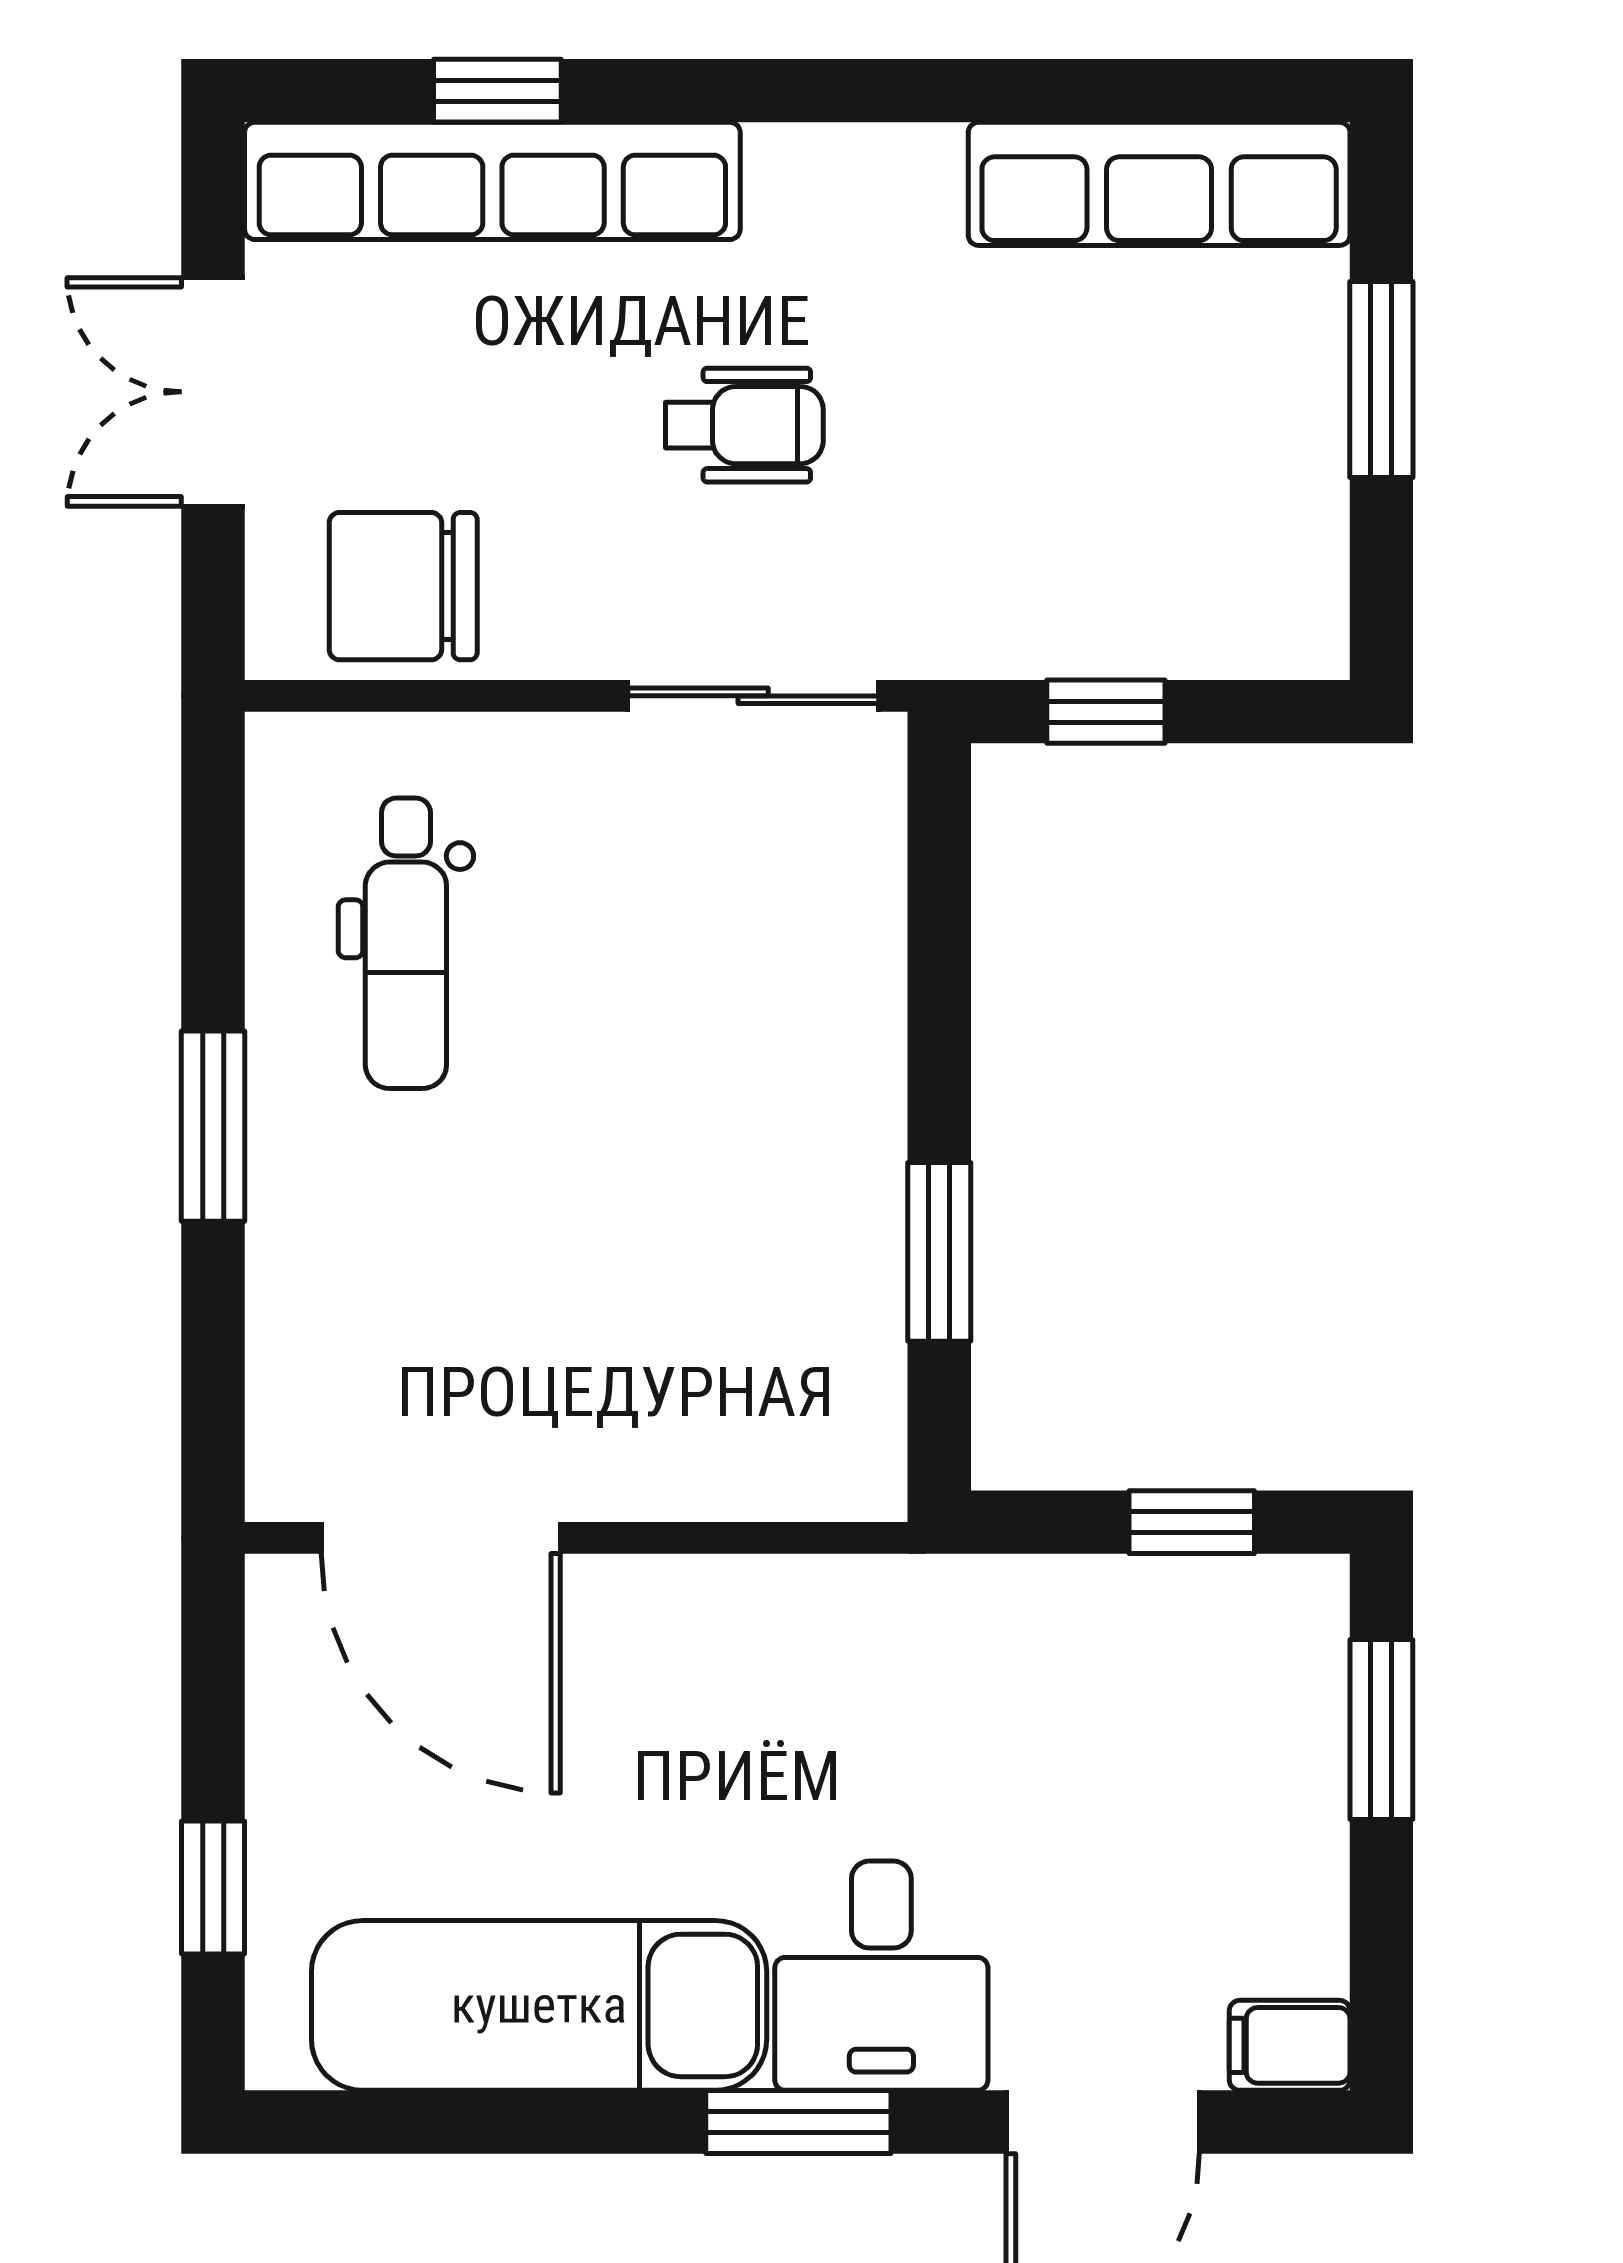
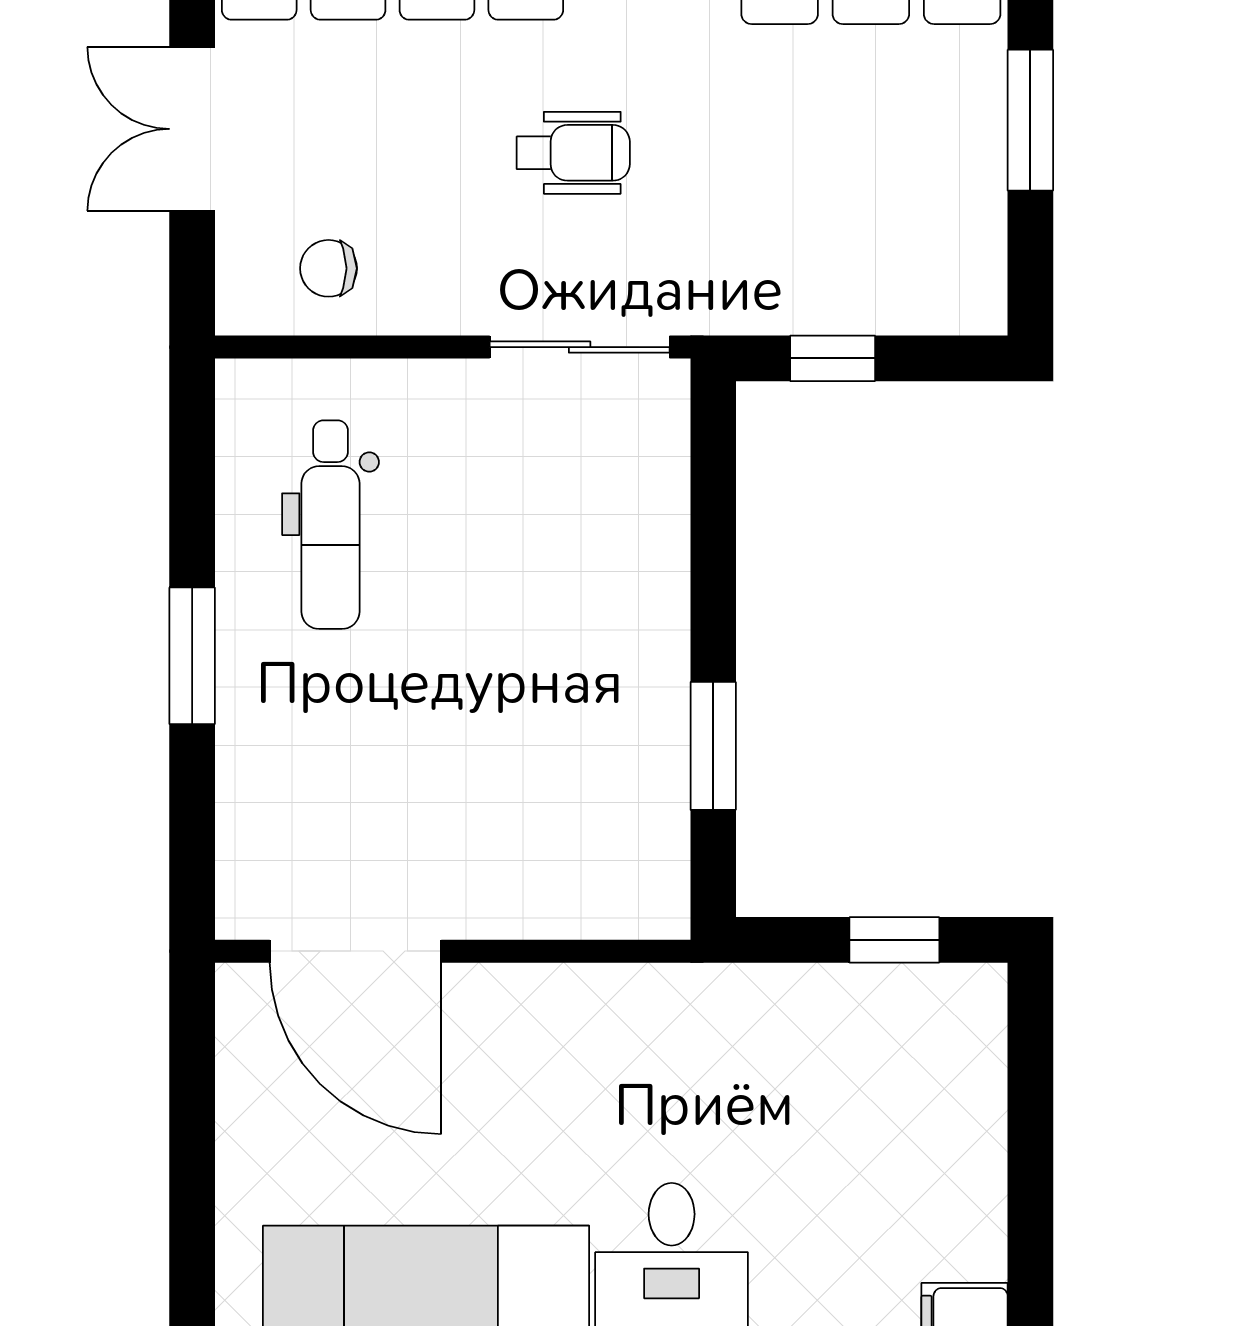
chair: (403, 586) -> (328, 268), width x0.54, depth x0.54
window: (1381, 1729) -> (1030, 1089), removed
window: (213, 1888) -> (192, 1202), removed

